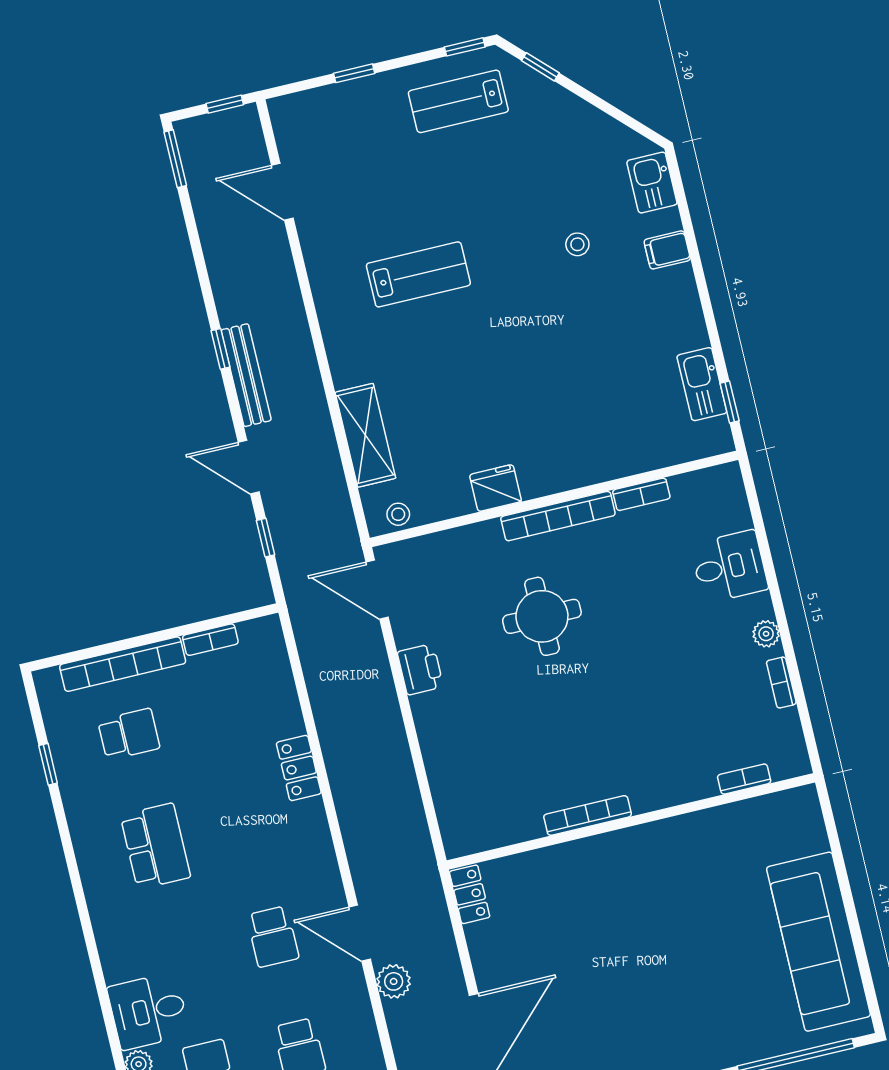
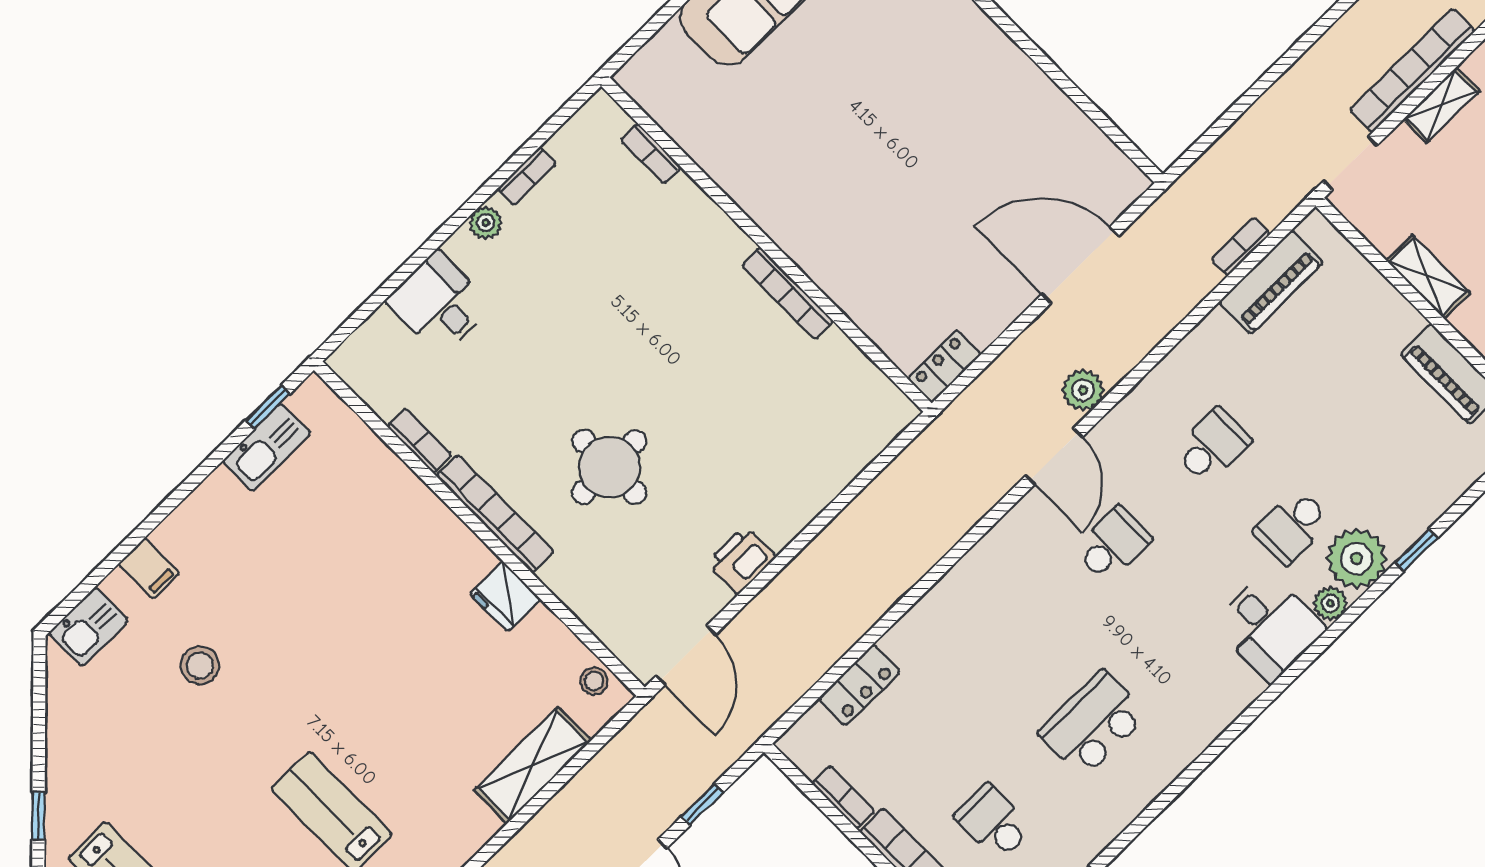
stool: (577, 244) -> (200, 665), width x1.37, depth x1.37
locker: (299, 768) -> (859, 685), moved

